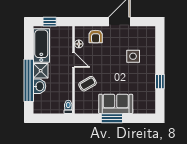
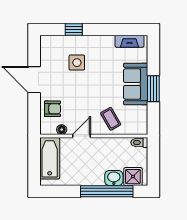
window: (50, 22) -> (34, 165), removed
bathtub: (41, 45) -> (50, 158), moved, turned 90
shower: (41, 71) -> (133, 177), moved
window: (160, 82) -> (74, 30), moved
fireplace: (150, 99) -> (130, 41), added

